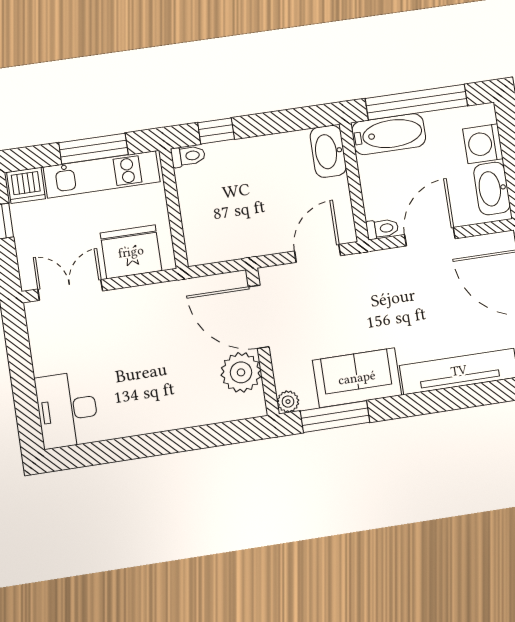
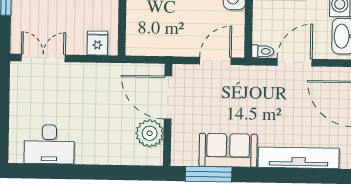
fridge: (131, 252) -> (97, 43), width x0.53, depth x0.75
plant: (288, 402) -> (178, 158), removed
desk: (67, 410) -> (49, 144), moved, turned -90

